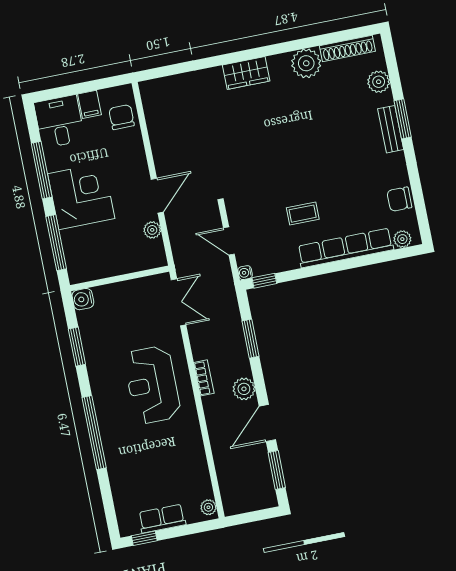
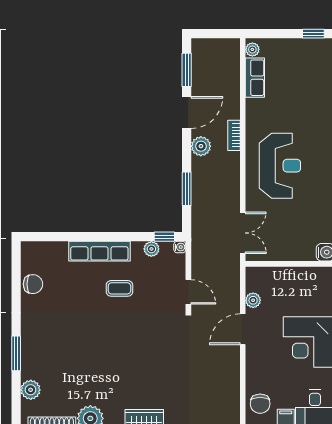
bench: (391, 129) -> (28, 346), removed
plant: (402, 239) -> (151, 249), moved
door: (229, 241) -> (188, 292), moved
row of seats: (345, 248) -> (99, 251), width x0.73
double door: (179, 302) -> (243, 233), swing flipped
bookcase: (204, 378) -> (234, 135), moved
row of seats: (162, 519) -> (255, 78), moved, turned -90

